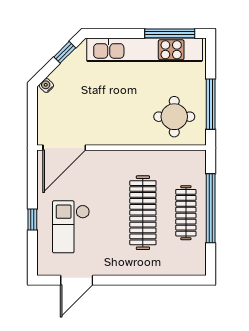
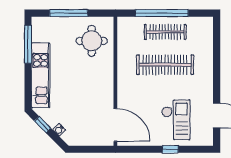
kitchen unit: (145, 50) -> (41, 75), width x0.73
water cooler: (46, 86) -> (59, 130), moved
window: (211, 104) -> (69, 13), moved
checkout: (71, 227) -> (176, 120), turned -90

